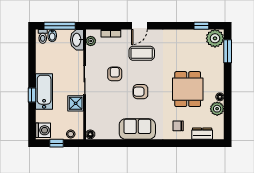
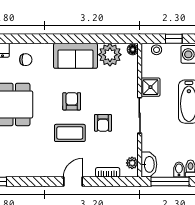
coffee table: (142, 53) -> (70, 133), moved
armchair: (140, 92) -> (72, 101), turned -90
plant: (109, 130) -> (110, 55), added

